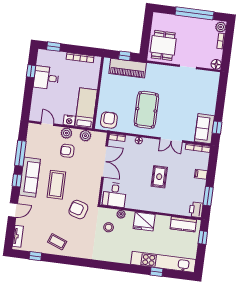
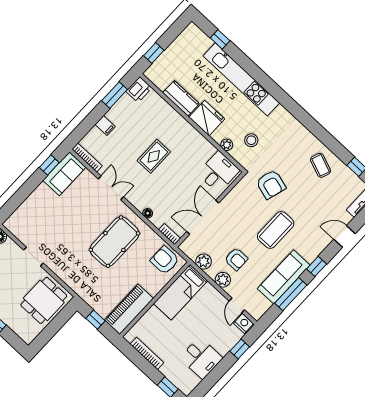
piano: (128, 68) -> (129, 309), moved, turned -90
window: (31, 71) -> (240, 349), moved
nightstand: (69, 120) -> (244, 323), moved
armchair: (109, 120) -> (165, 260), turned 90
sofa: (30, 177) -> (284, 277), moved
kitchen counter: (183, 224) -> (181, 98), moved
kitchen unit: (163, 262) -> (241, 79), moved
window: (156, 272) -> (220, 39), moved

